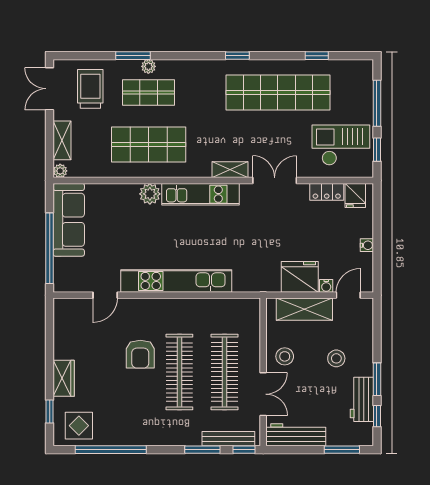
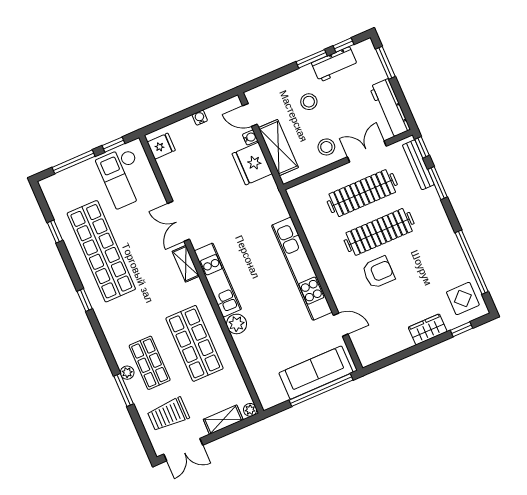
locker: (327, 192) -> (169, 172), removed
sofa: (69, 220) -> (316, 373), moved

